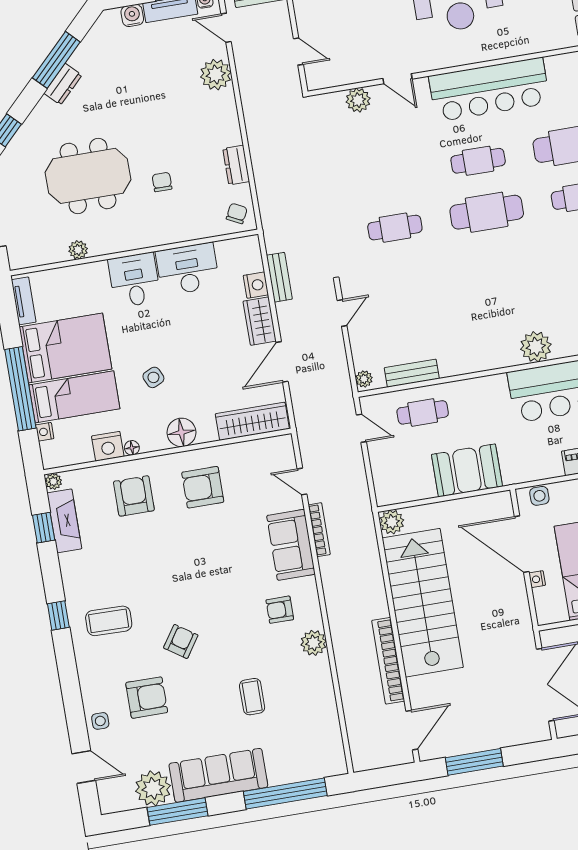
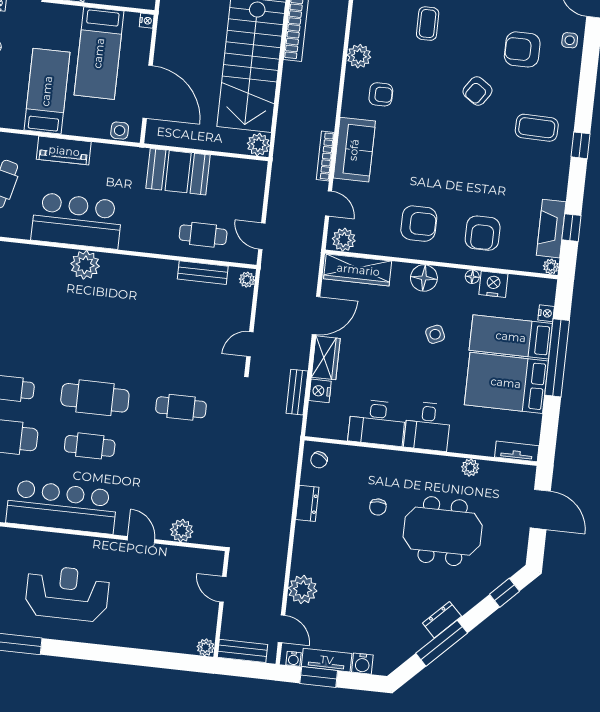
tv unit: (24, 301) -> (517, 451), moved, turned 90
plant: (276, 449) -> (344, 240), added
nightstand: (537, 579) -> (147, 21), moved

